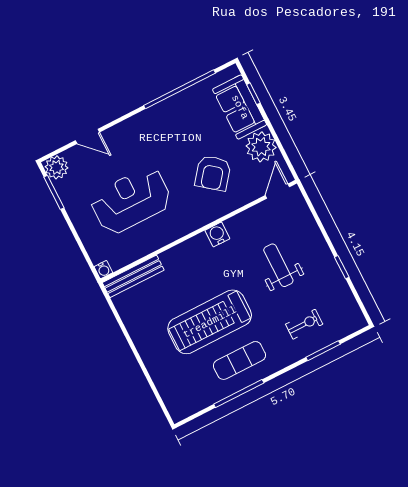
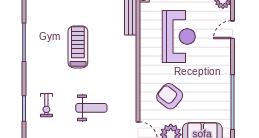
water cooler: (217, 234) -> (130, 80), removed
treadmill: (210, 322) -> (78, 47), width x0.73, depth x0.73
exercise mat: (239, 360) -> (44, 53), removed

